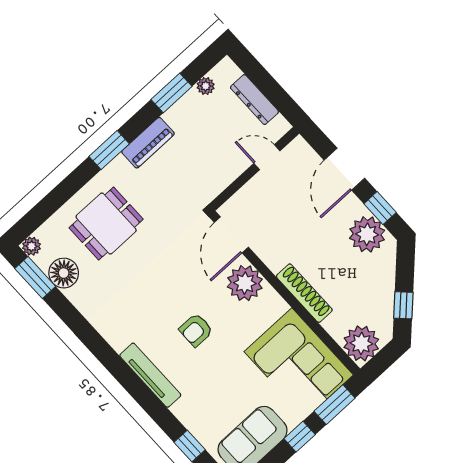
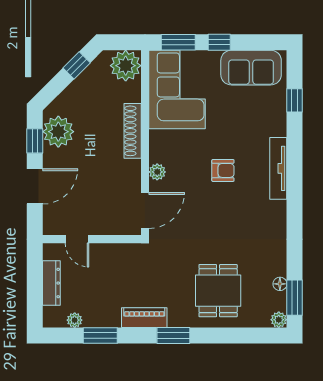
dining table: (106, 224) -> (218, 291), turned 90
floor lamp: (64, 273) -> (280, 284), width x0.53, depth x0.53
plant: (245, 283) -> (157, 172), width x0.53, depth x0.53

